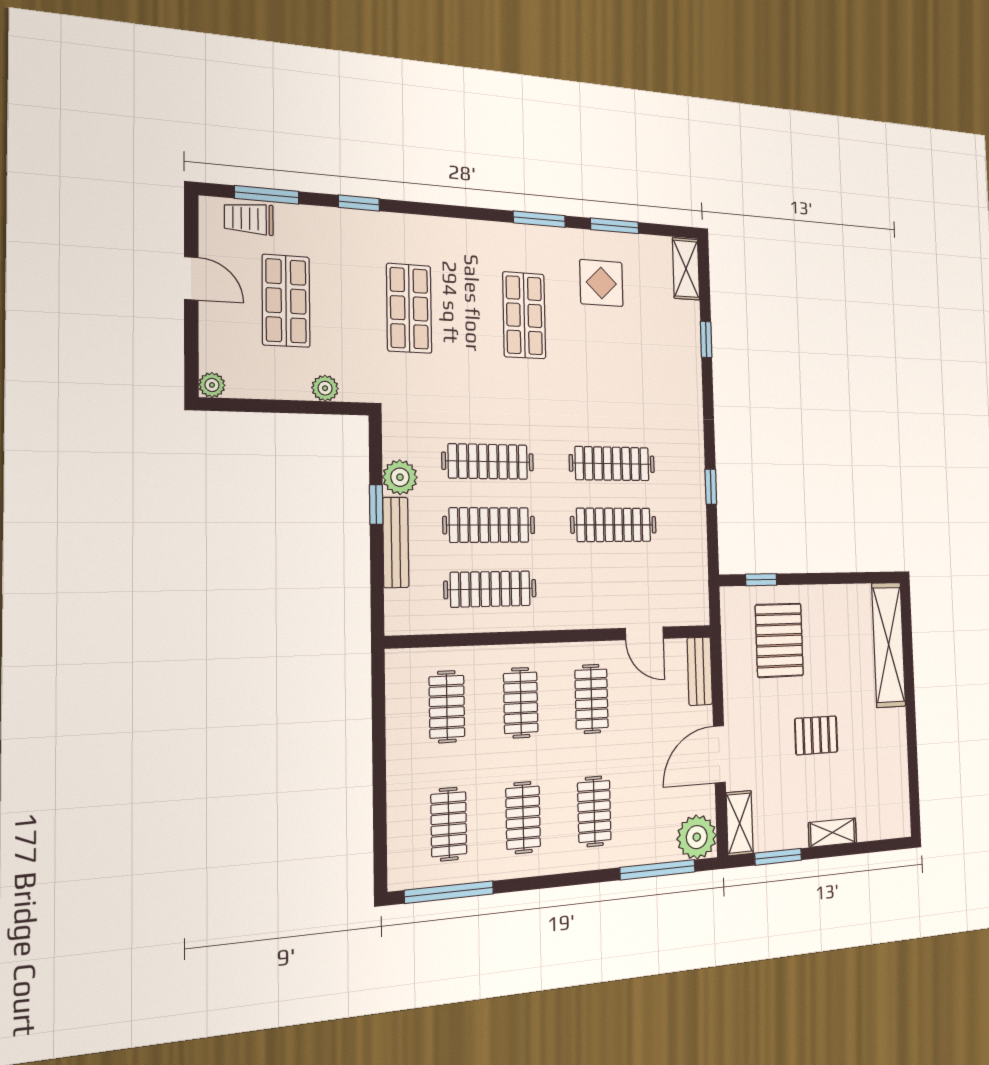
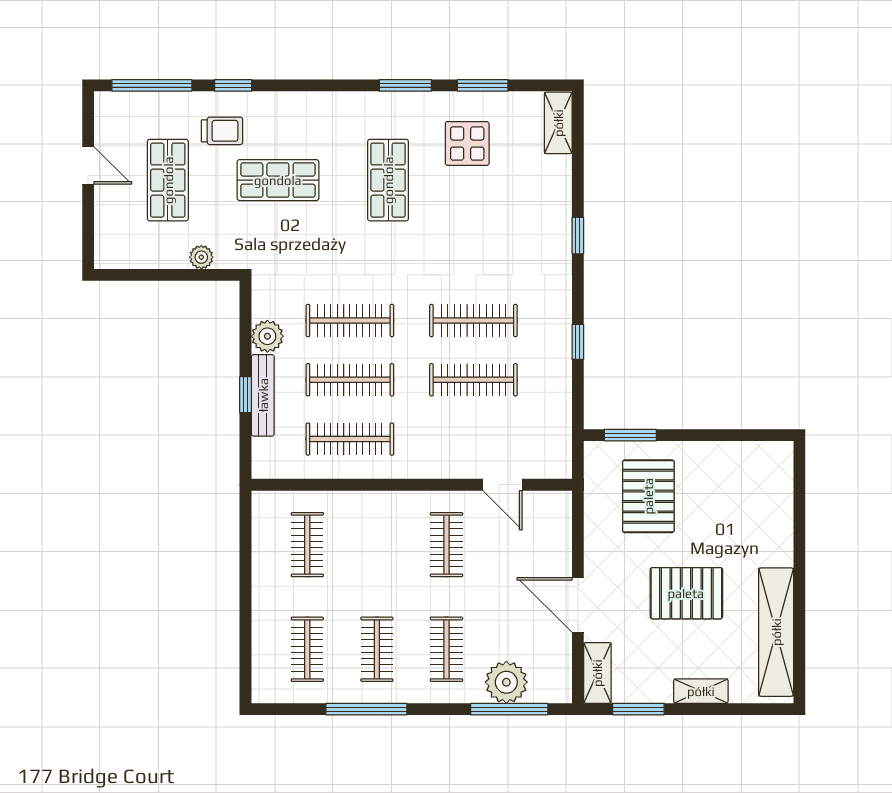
window: (267, 195) -> (152, 85), width x1.44
trolley: (249, 219) -> (222, 131), moved, turned 180
shop shelf: (409, 308) -> (278, 180), turned 90
window: (706, 339) -> (578, 236), moved
plant: (212, 385) -> (105, 258), removed
window: (376, 505) -> (246, 395), moved
window: (761, 580) -> (630, 435), width x1.50
shelving: (889, 645) -> (776, 632), moved
bench: (700, 671) -> (559, 523), removed
clothes rail: (521, 703) -> (377, 545), removed
pallet: (816, 735) -> (686, 593), width x1.50, depth x1.42
door: (719, 754) -> (578, 605), hinge flipped
plant: (697, 837) -> (506, 682), moved
window: (449, 892) -> (366, 709), moved

